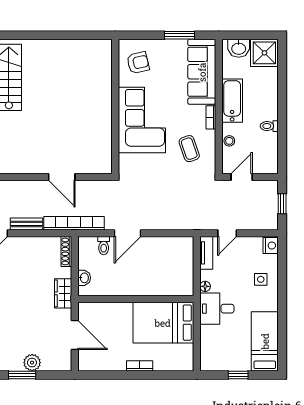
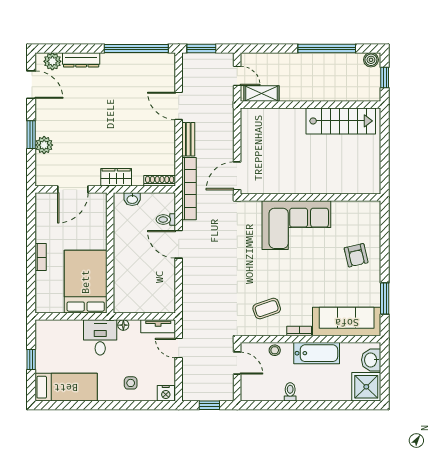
wall: (115, 106) -> (311, 197), moved
corner sofa: (142, 120) -> (296, 225), moved

